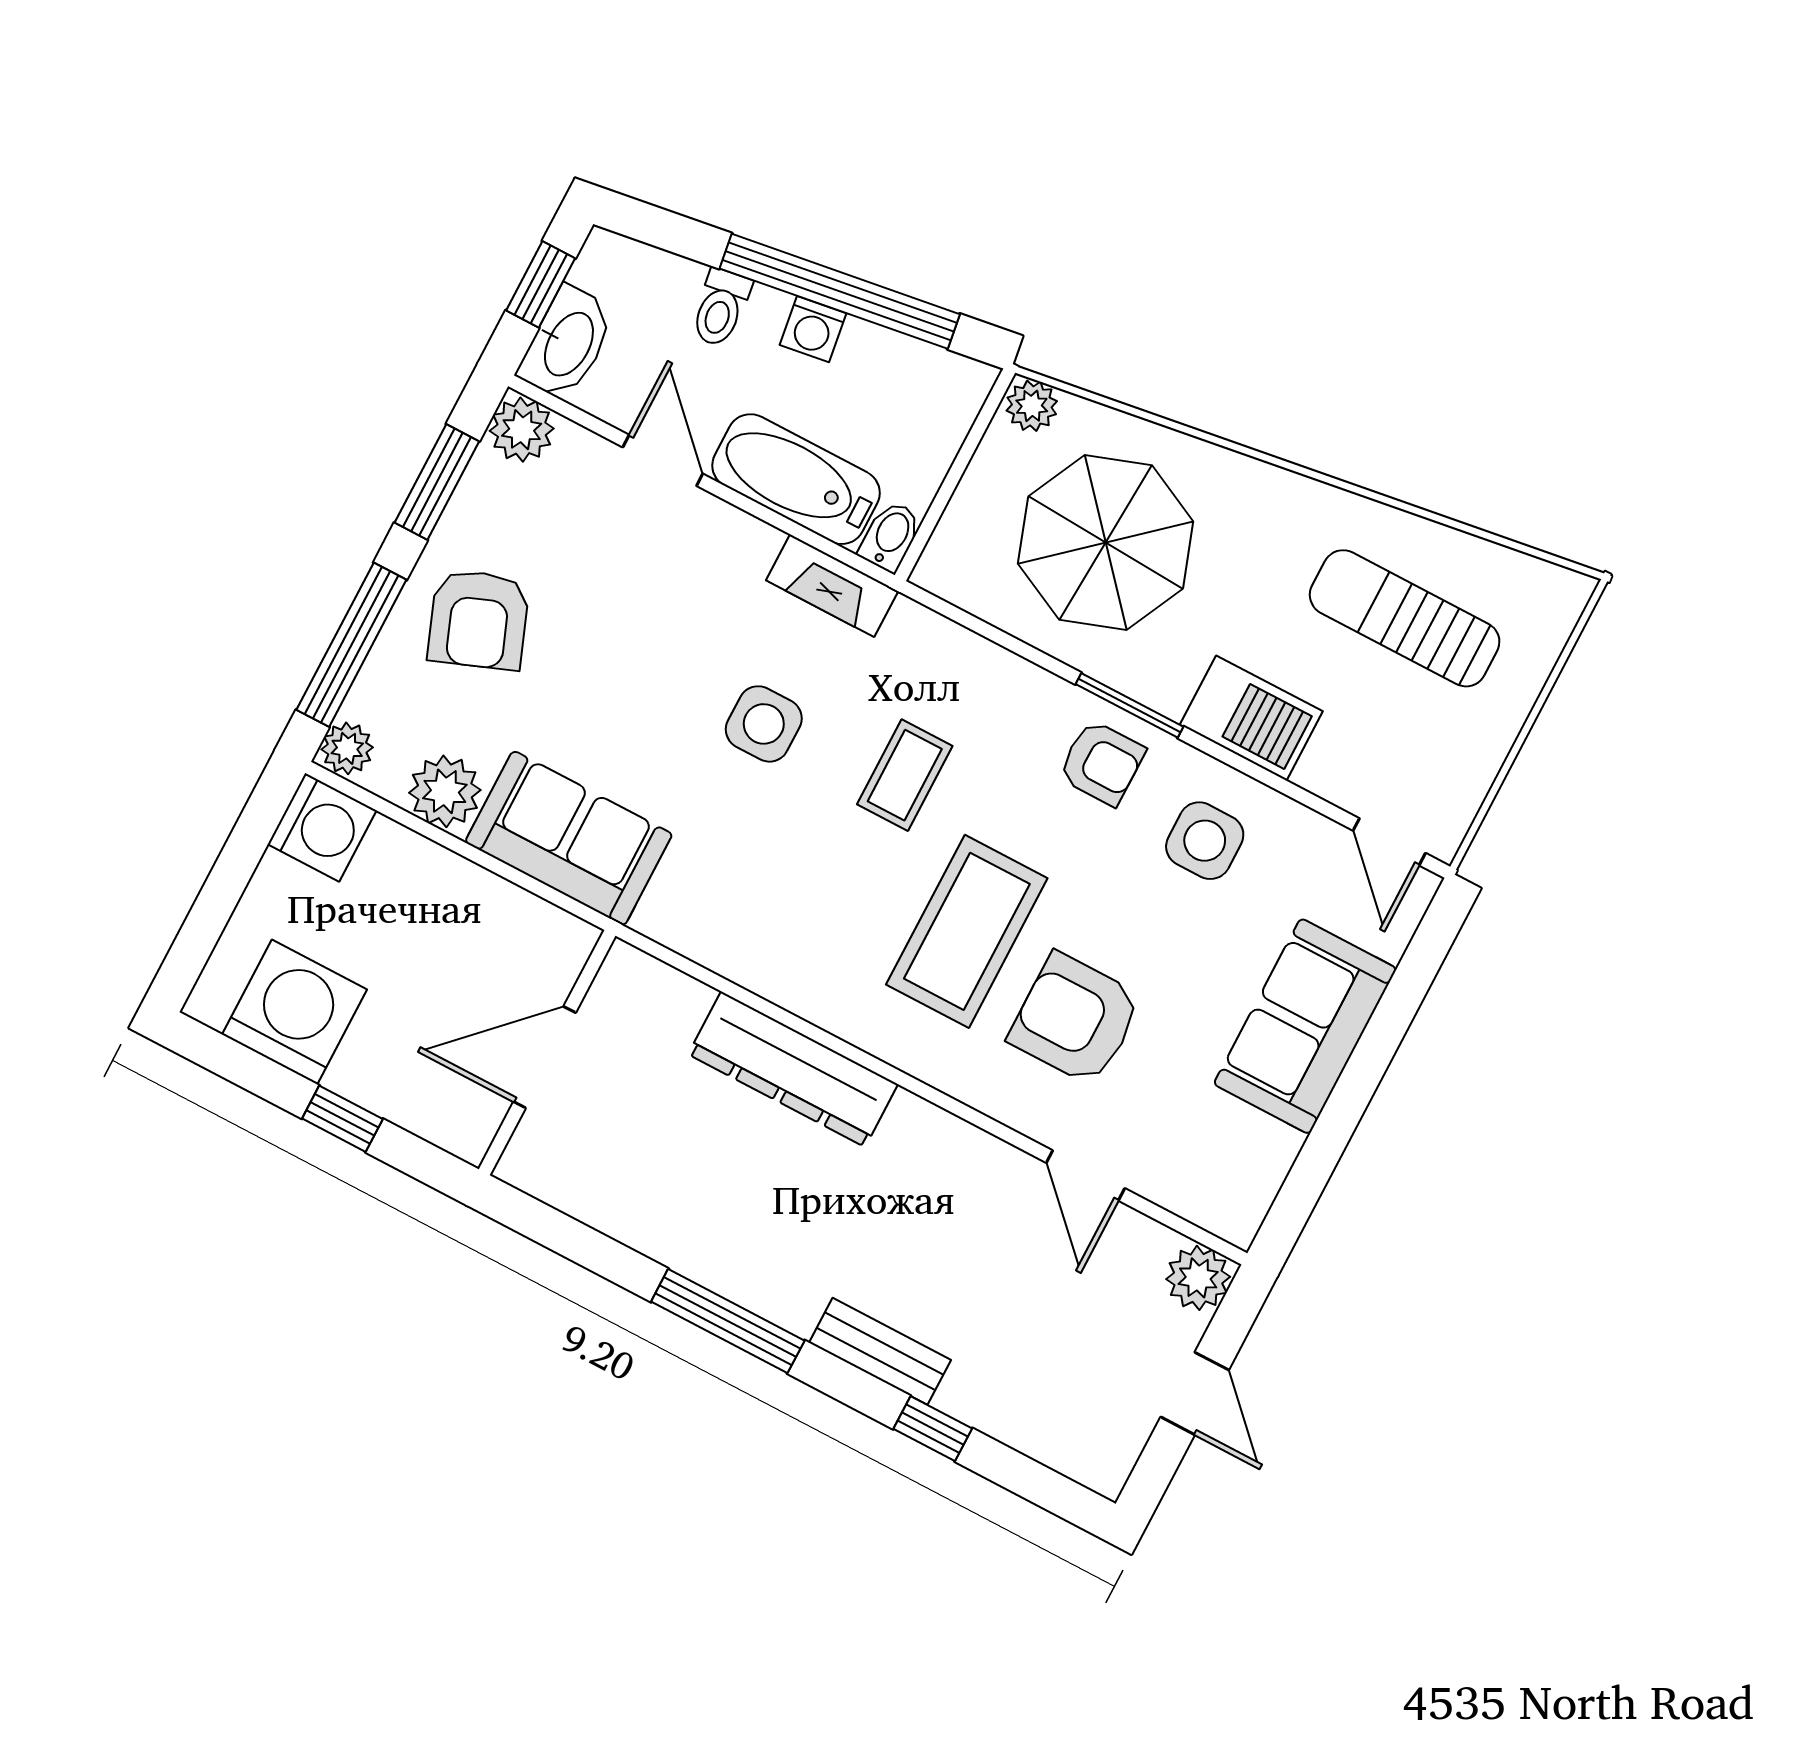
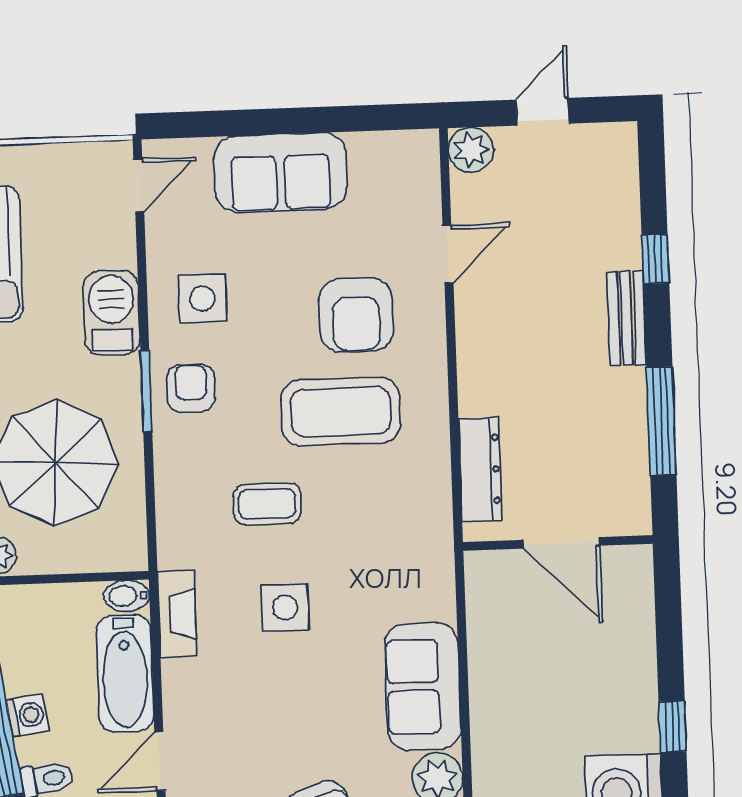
wall: (547, 1053) -> (558, 543), moved
door: (545, 1057) -> (562, 543), moved
dresser: (793, 1069) -> (480, 470), width x0.73, depth x0.80

